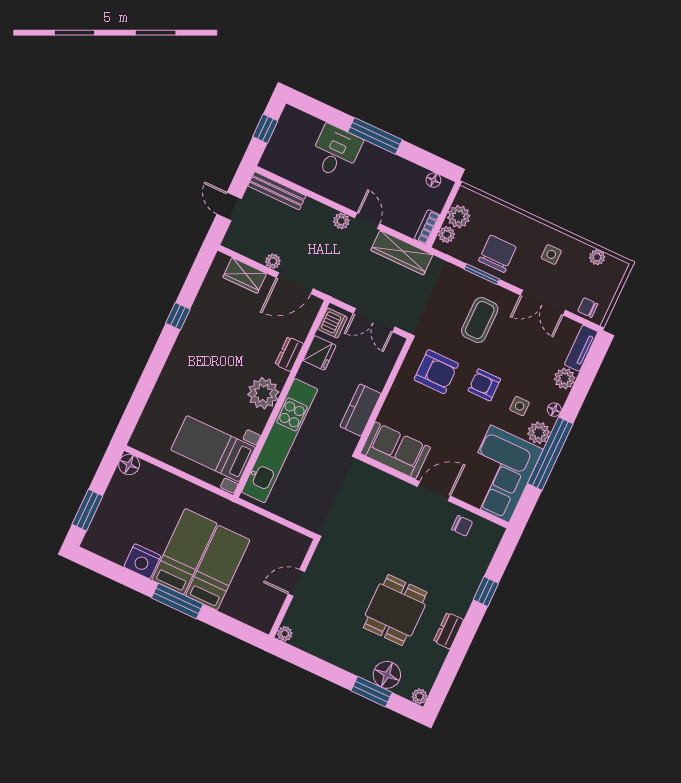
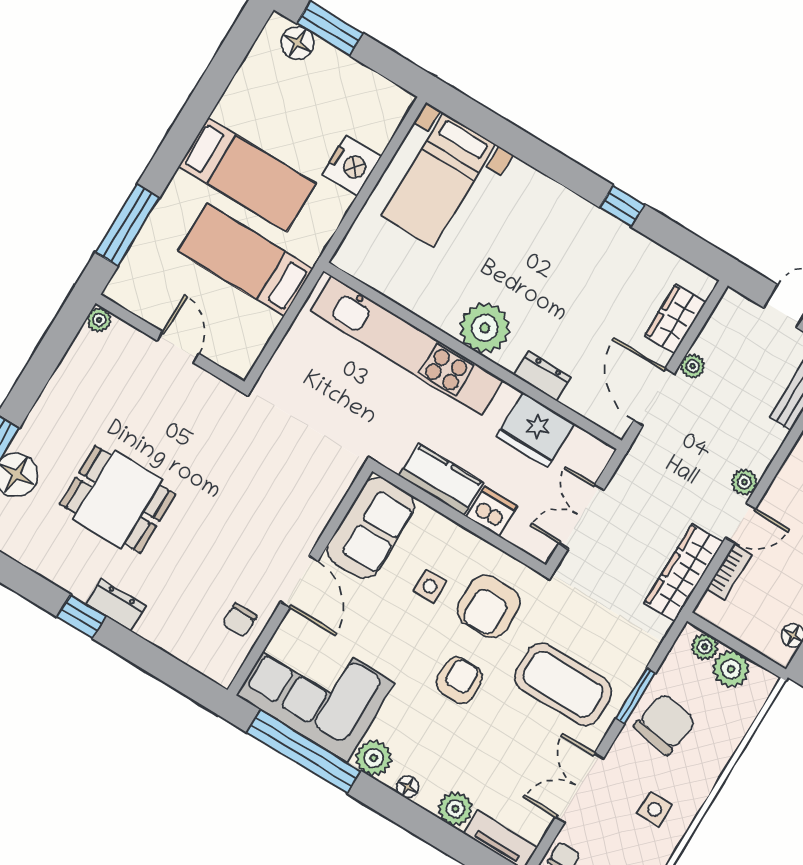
bookcase: (427, 227) -> (729, 572), moved, turned 90
chair: (497, 254) -> (665, 724), turned -80
coffee table: (480, 320) -> (563, 684), width x1.36, depth x1.32
dishwasher: (332, 323) -> (491, 511), moved, turned 180
fridge: (320, 353) -> (535, 430), width x1.36, depth x1.34
side table: (520, 406) -> (430, 586), moved
bed with nightstands: (213, 449) -> (438, 180), moved, turned 180
window: (550, 454) -> (304, 752), moved
floor lamp: (129, 465) -> (297, 43), moved
nightstand: (142, 561) -> (352, 165), moved, turned 180
bed: (218, 568) -> (245, 260), moved, turned 180
window: (486, 592) -> (82, 617), moved
window: (177, 601) -> (127, 225), moved
dresser: (448, 631) -> (116, 605), moved

